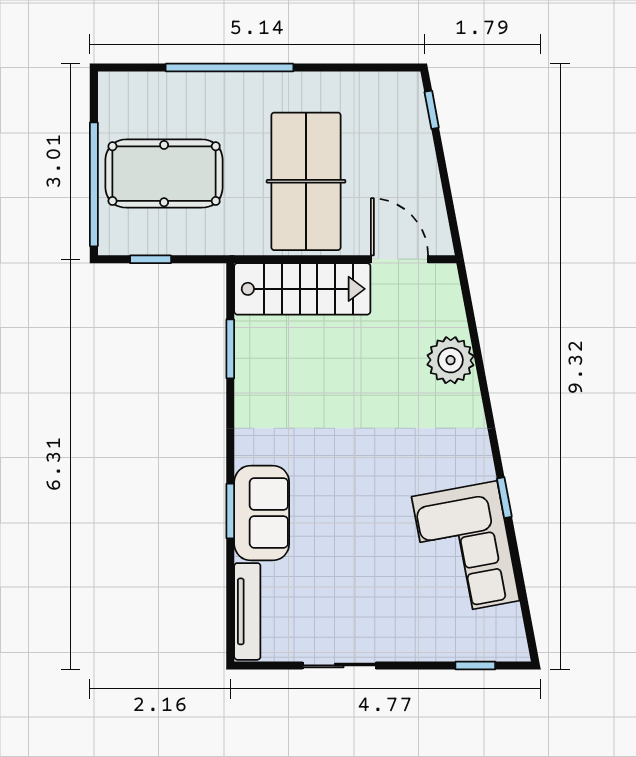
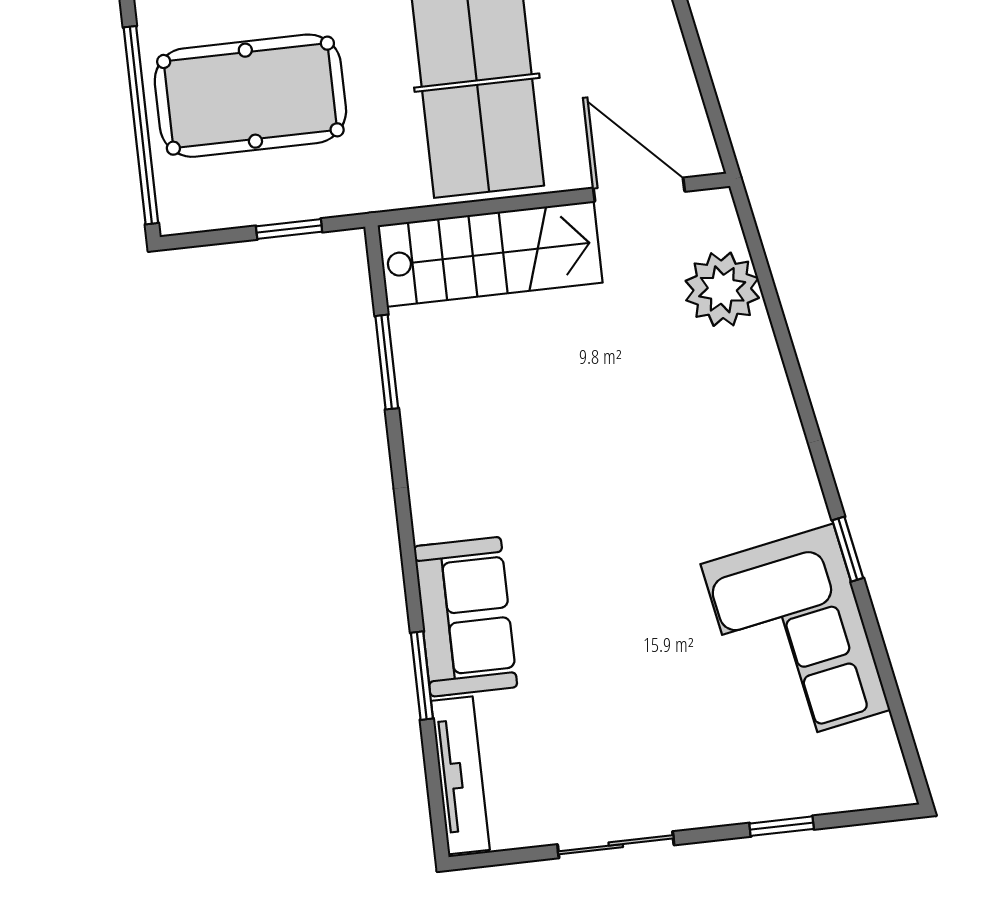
window: (151, 259) -> (289, 229), moved
plant: (451, 360) -> (722, 289), moved
window: (230, 511) -> (422, 676), moved
window: (475, 665) -> (782, 826), moved

